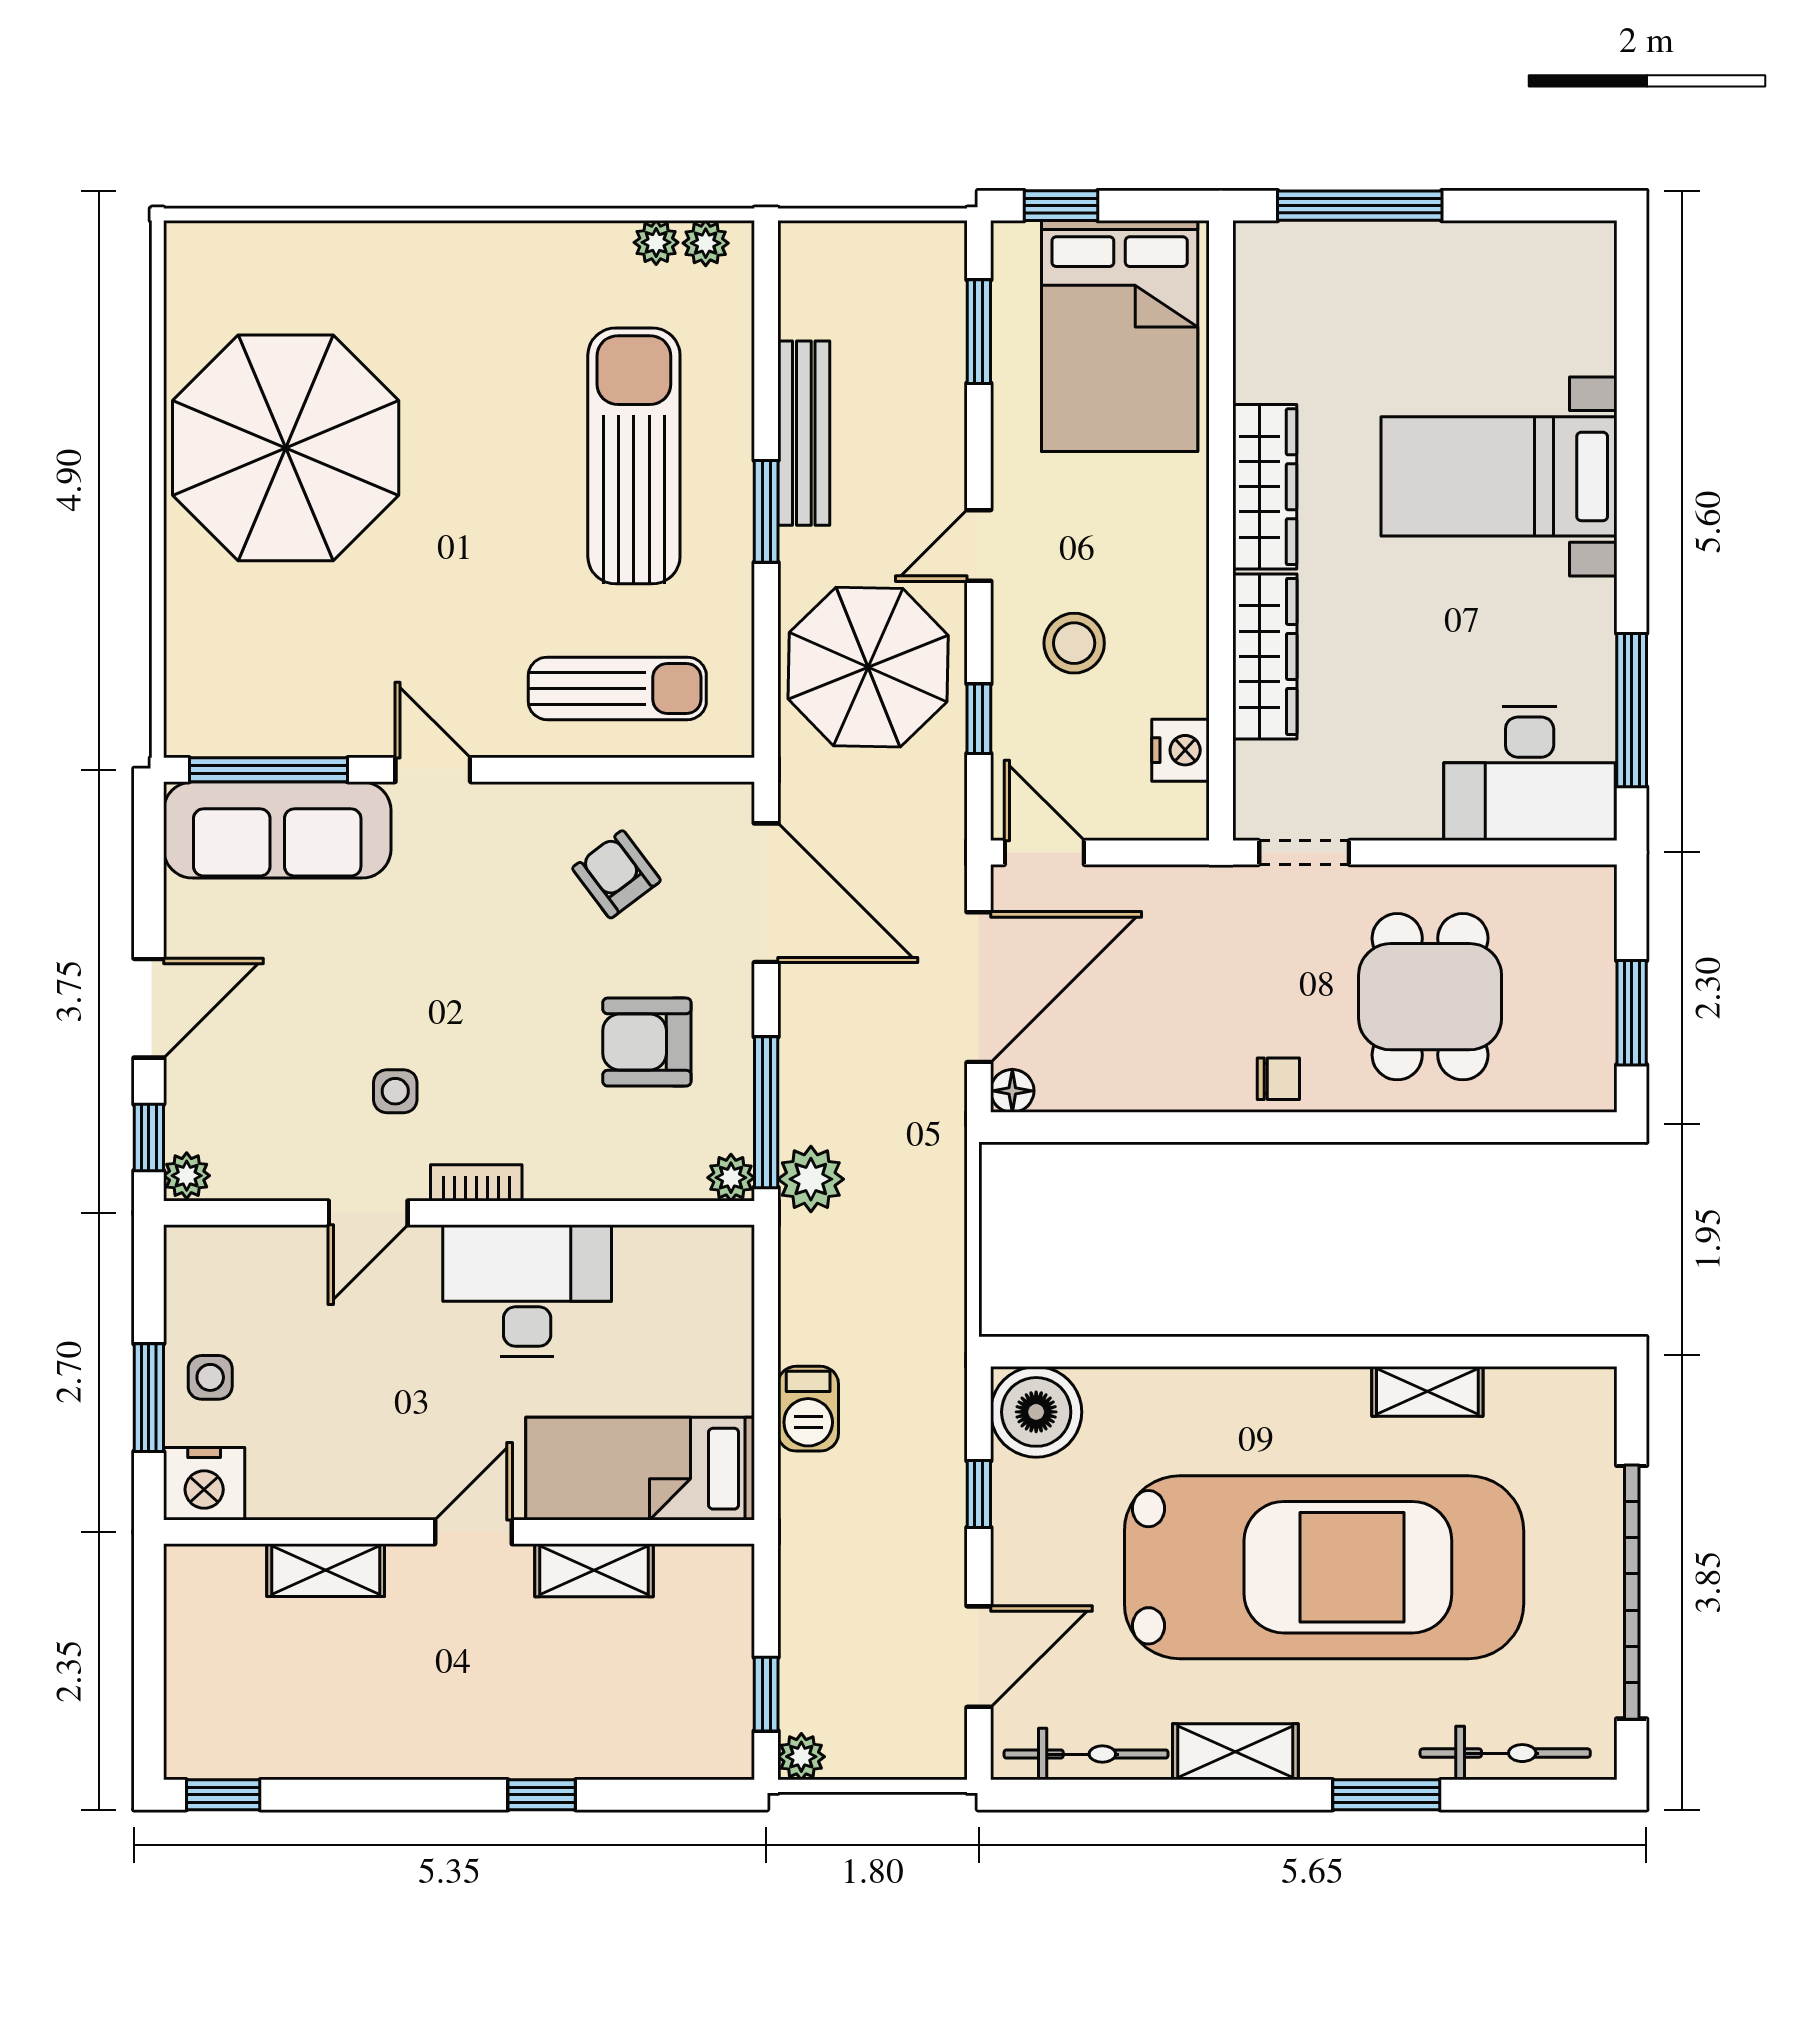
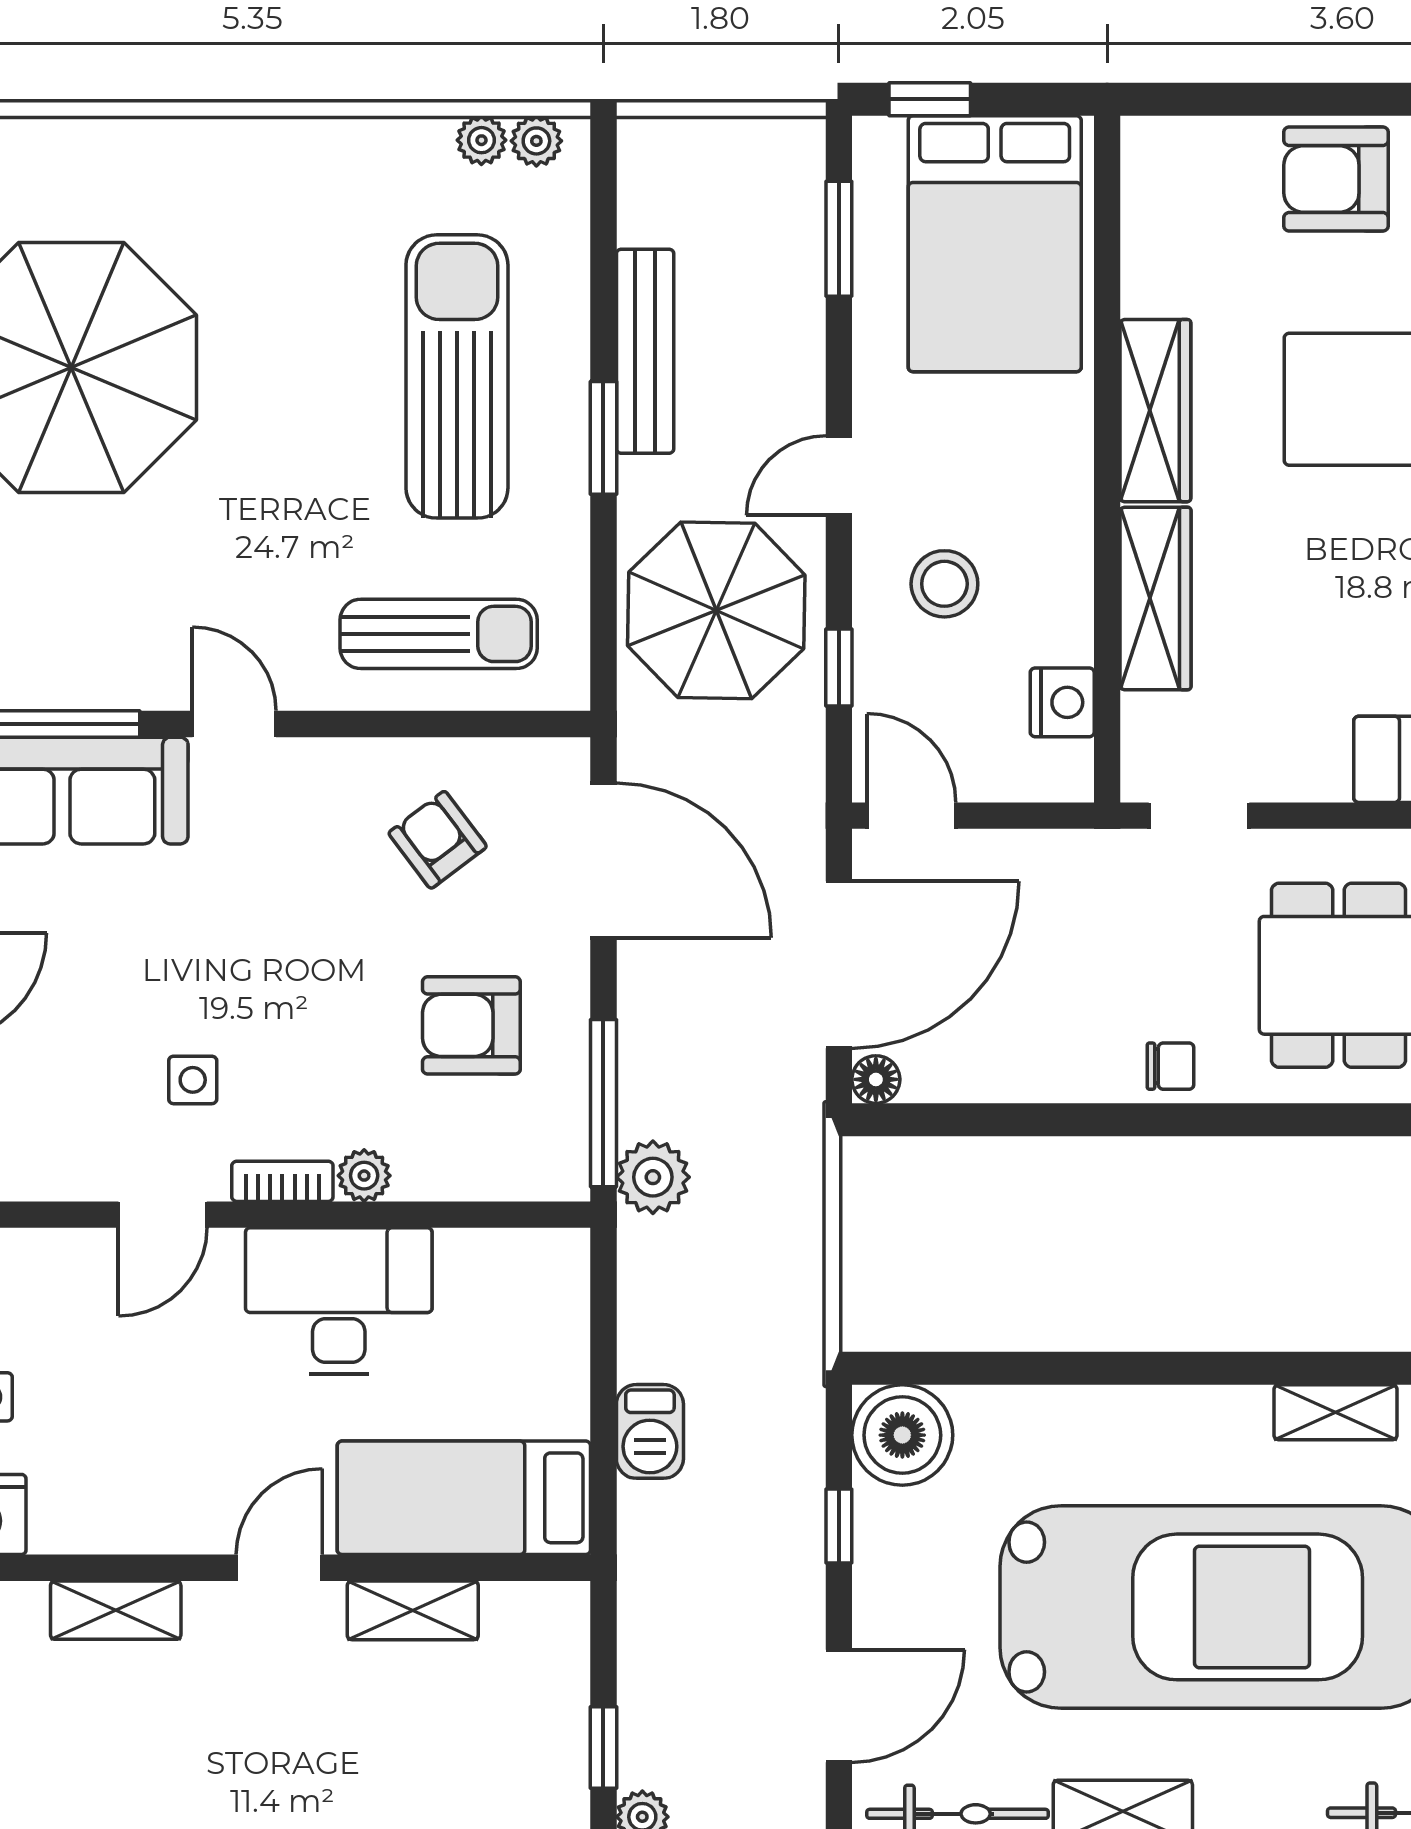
window: (1360, 206) -> (1261, 99), removed
armchair: (1428, 278) -> (1336, 179), added
plant: (731, 1178) -> (364, 1176), moved

